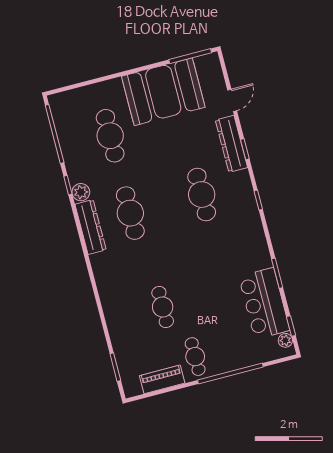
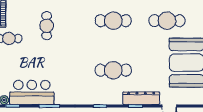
cafe table: (163, 307) -> (47, 26), turned 90

